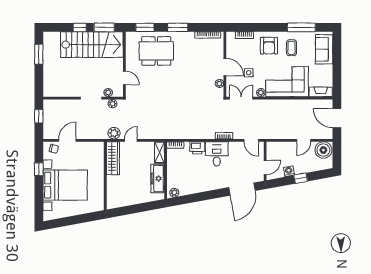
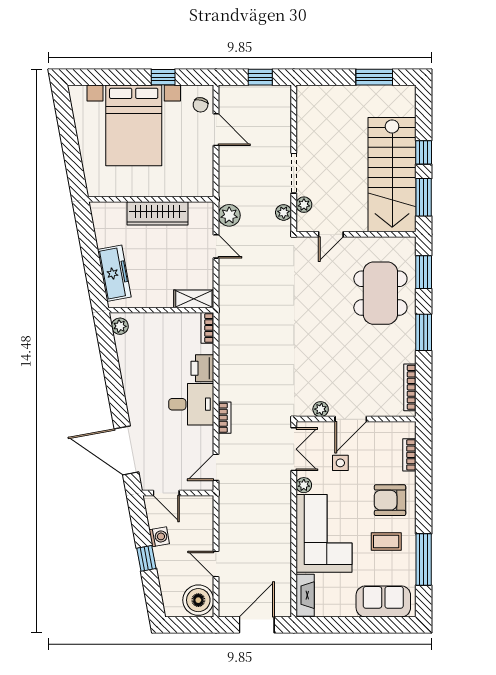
wardrobe: (113, 158) -> (157, 213), moved
freezer: (158, 179) -> (114, 273), moved, turned 80

